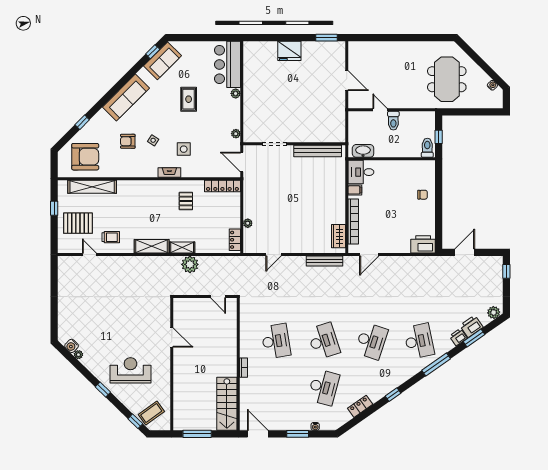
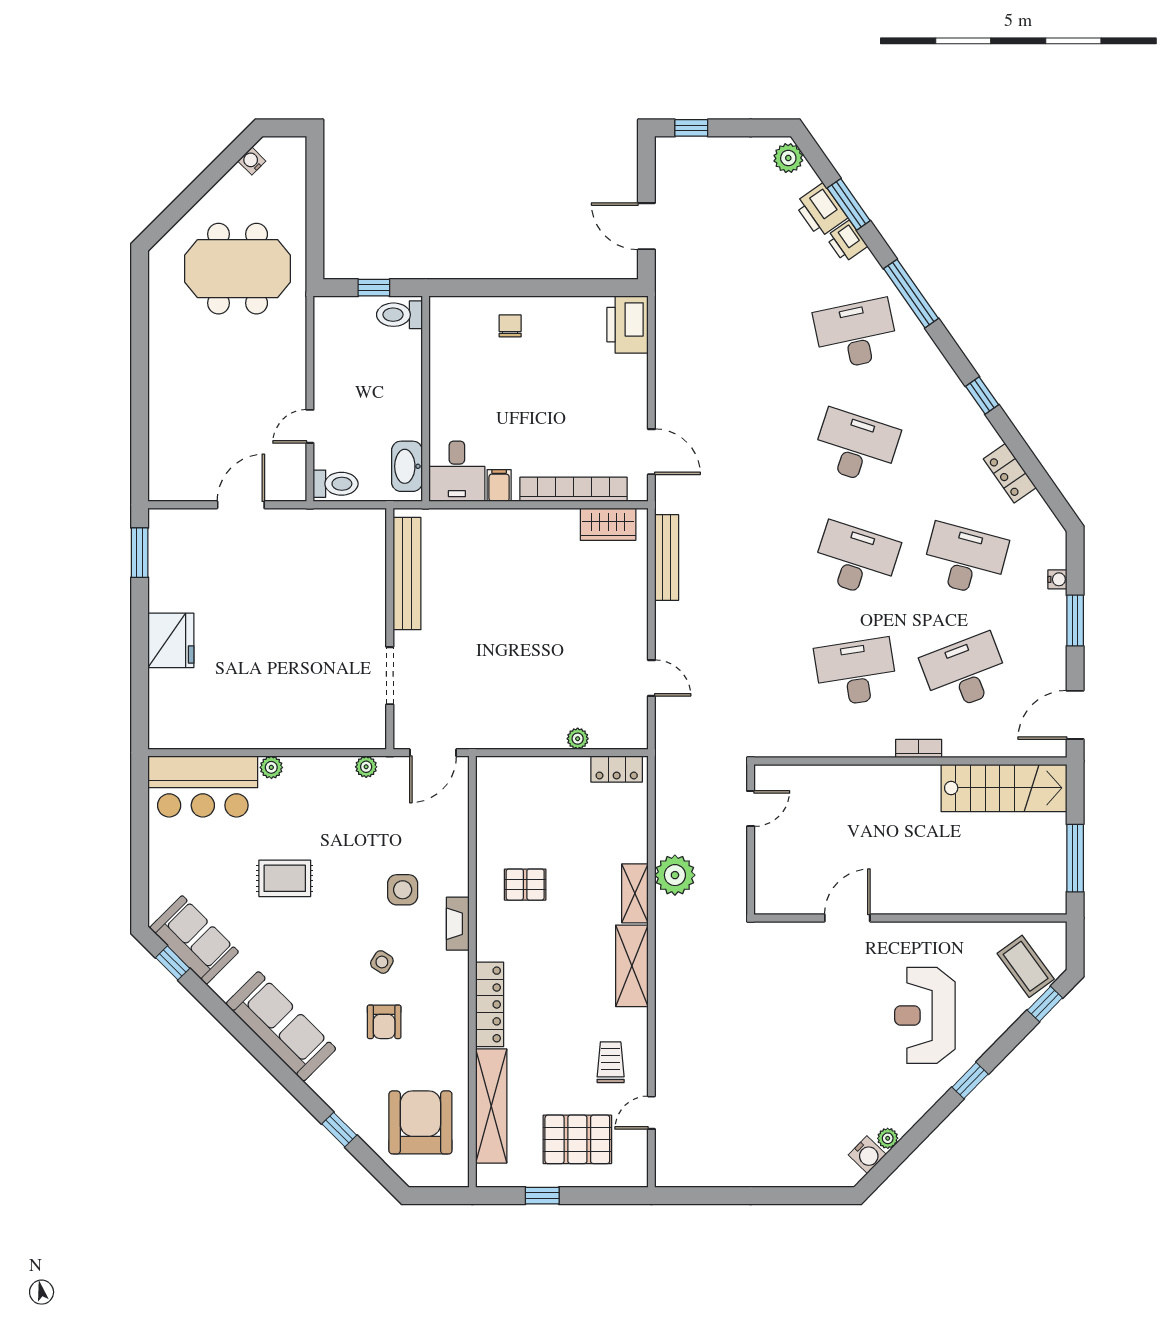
toilet: (393, 121) -> (336, 484), moved
locker: (222, 186) -> (490, 1004), moved
pallet: (78, 223) -> (577, 1139), turned 90
desk: (324, 341) -> (856, 560), turned 36
desk: (276, 387) -> (965, 672), added

